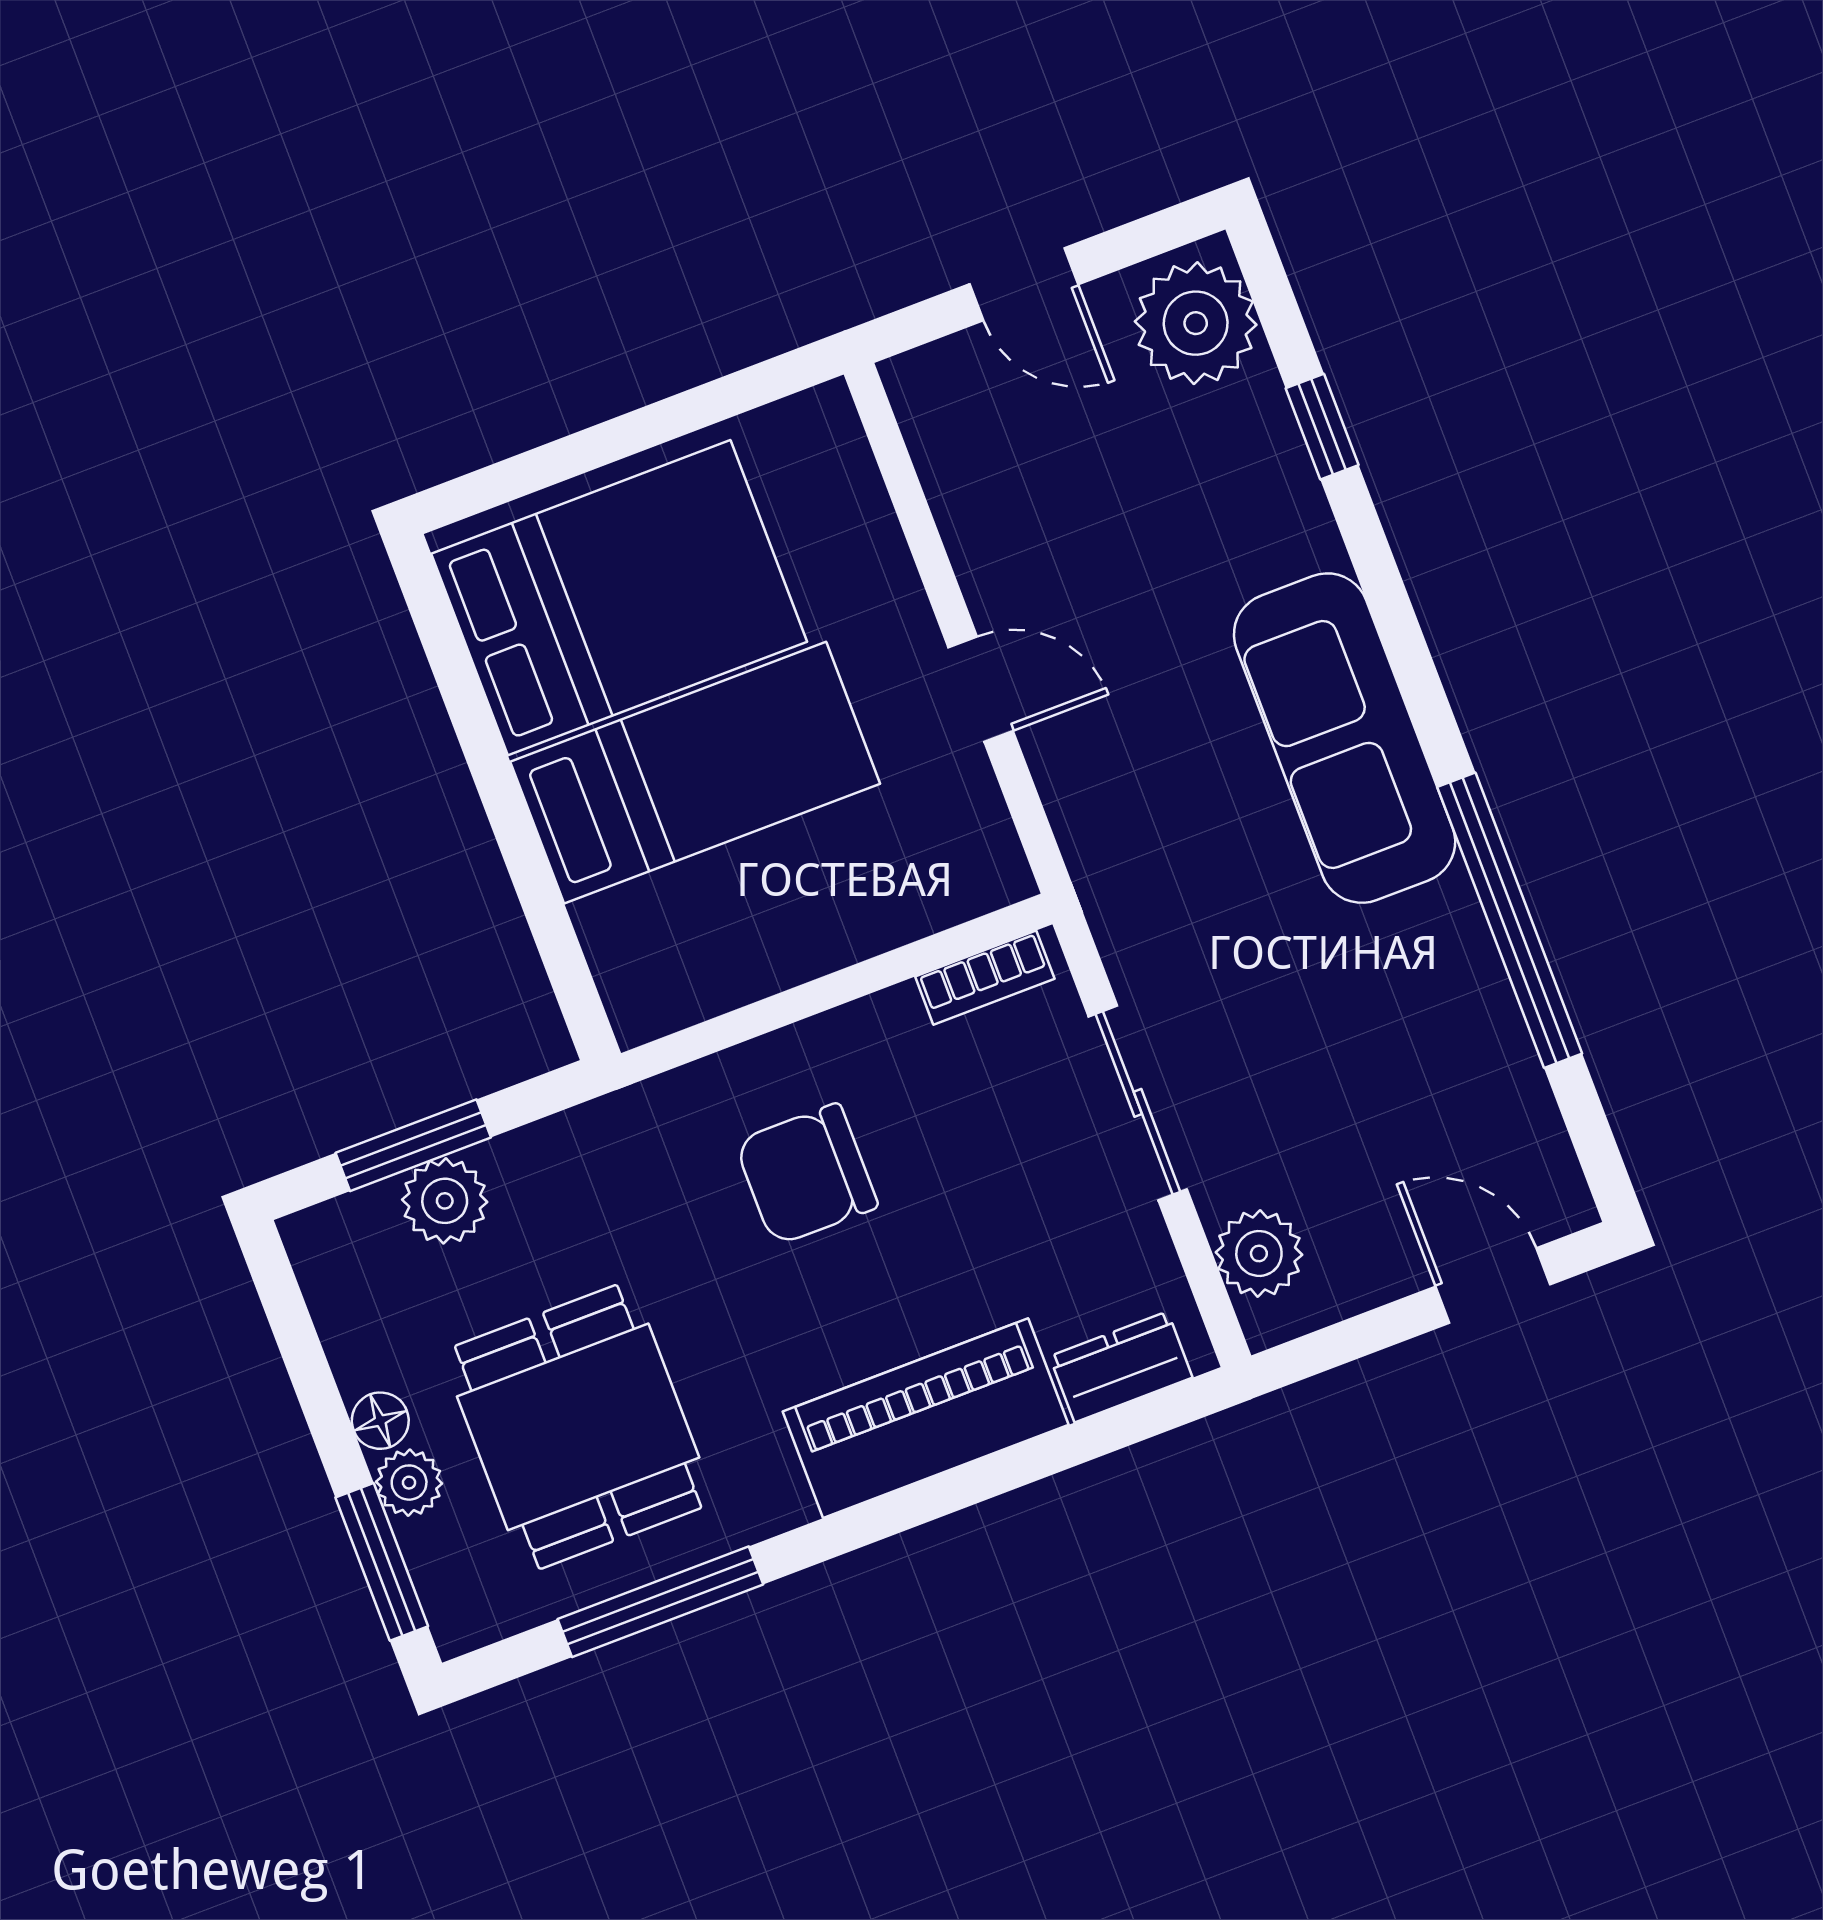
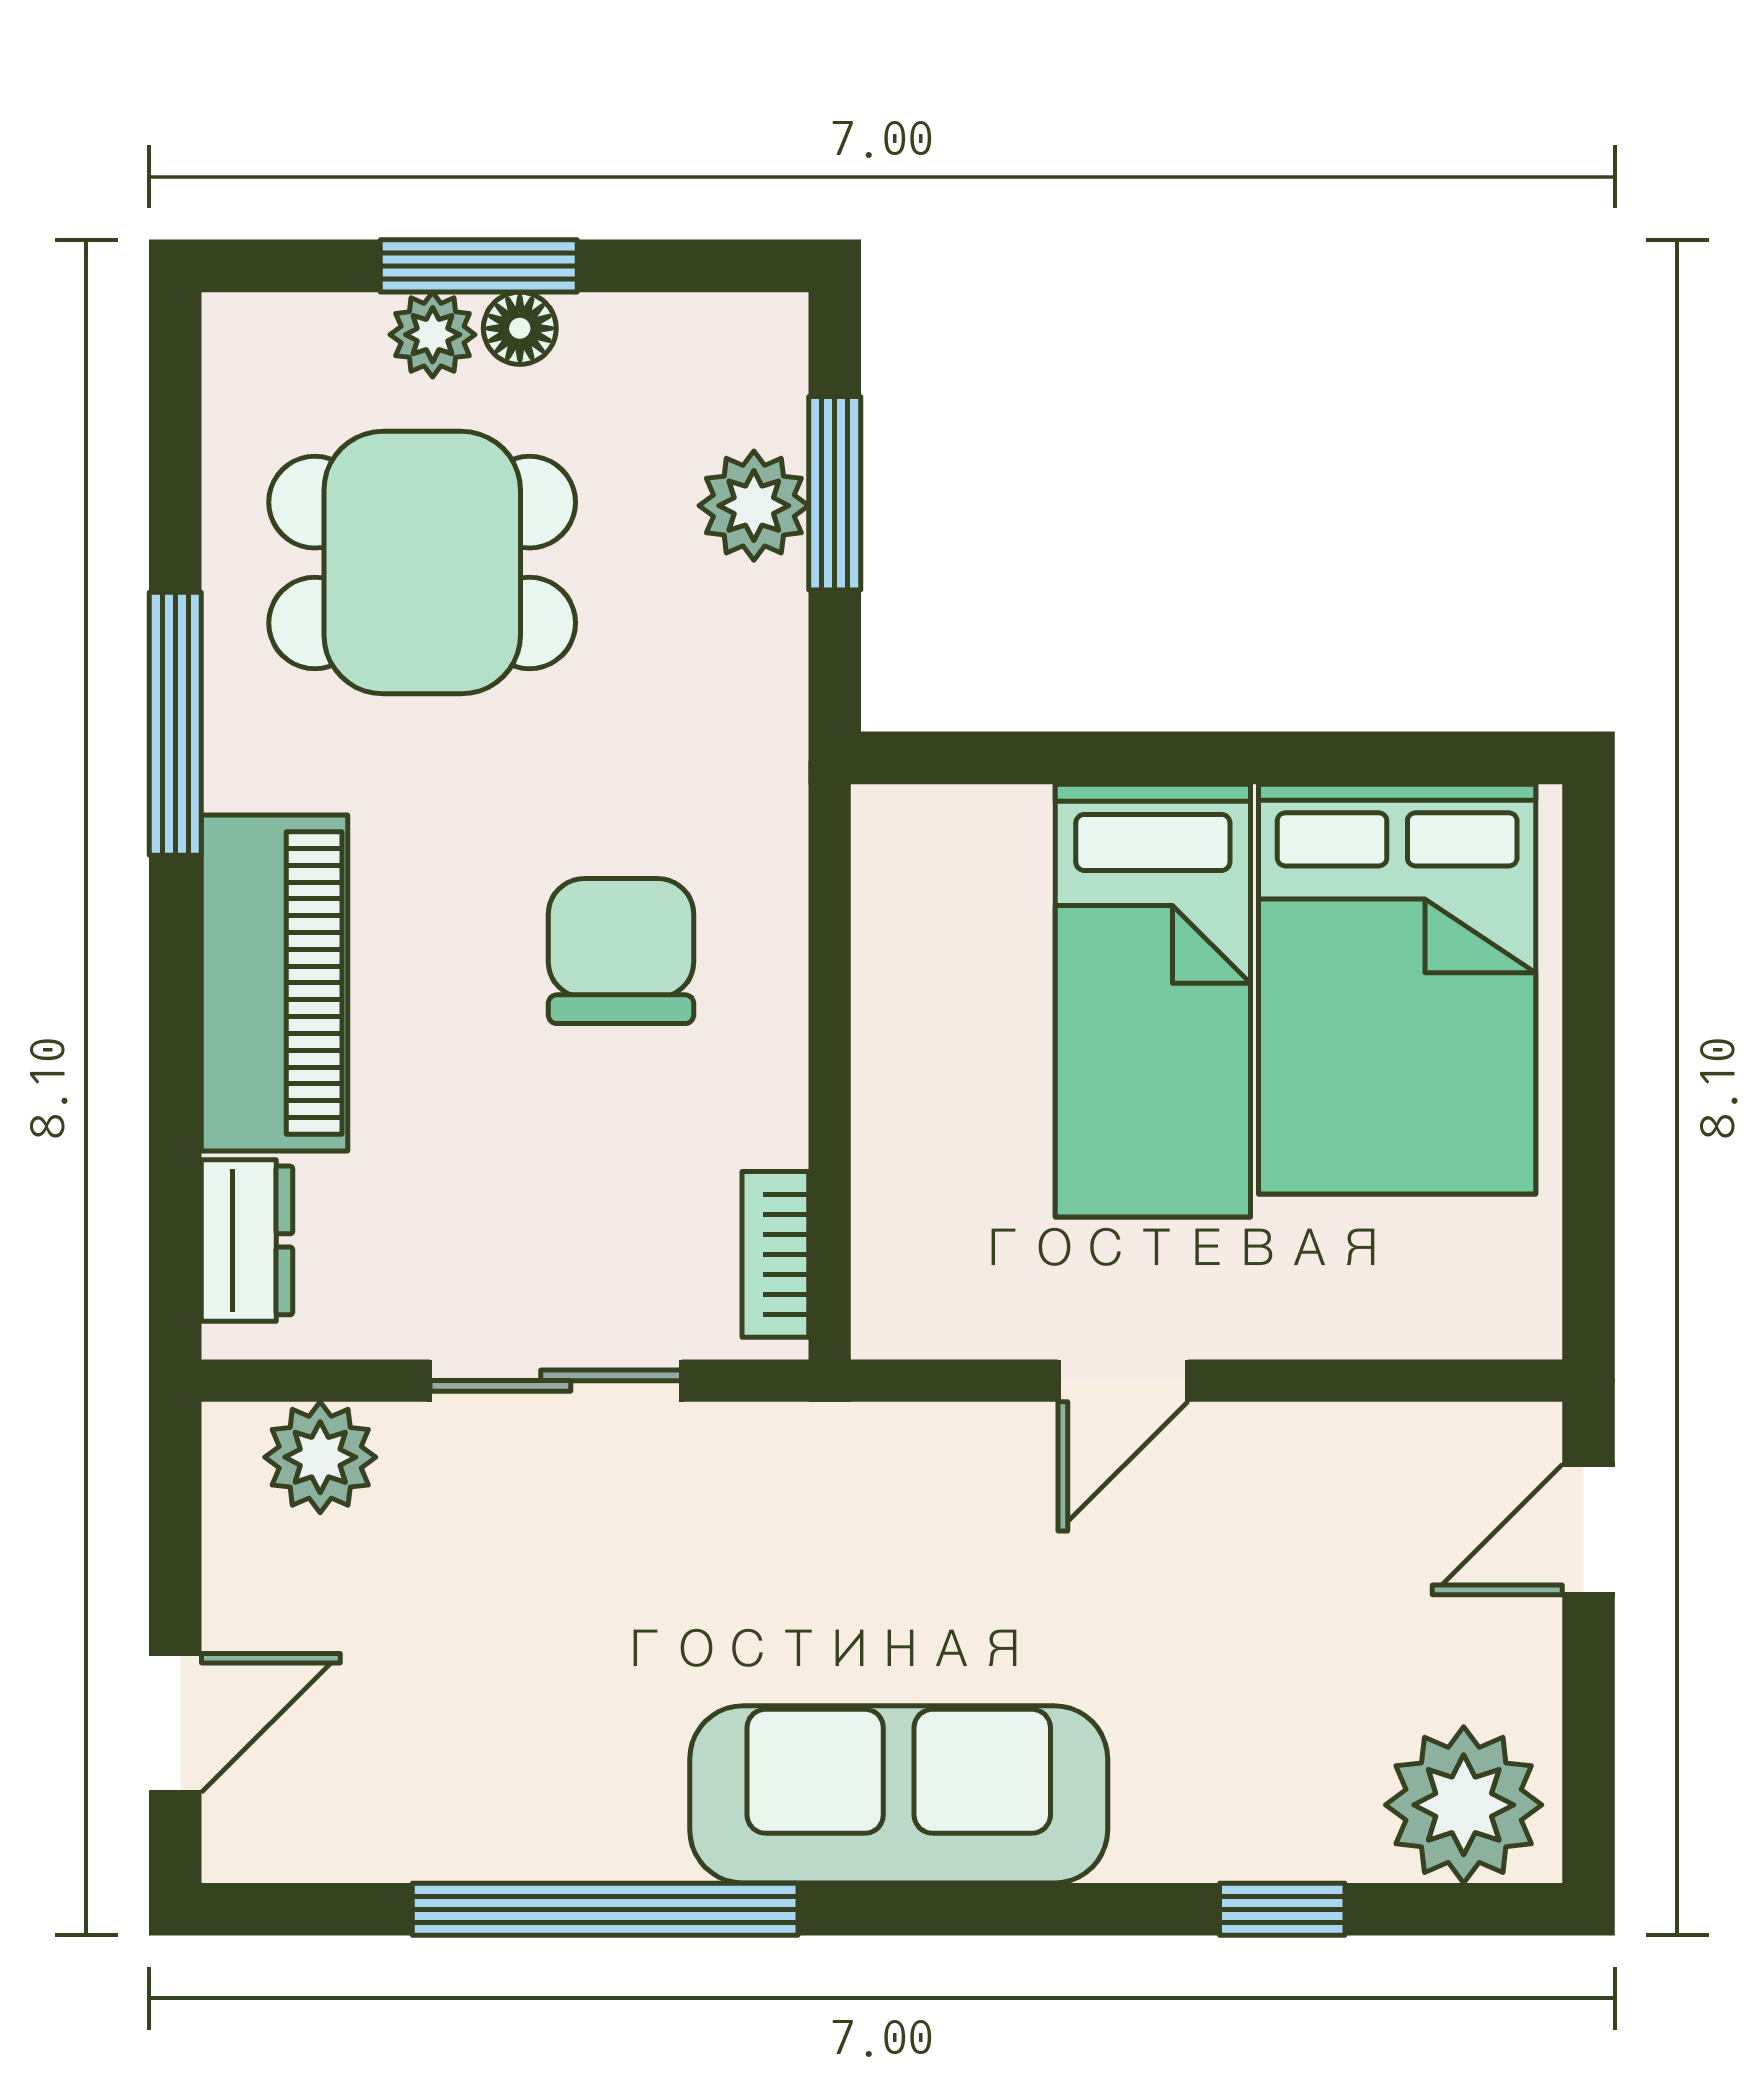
door: (1024, 284) -> (1588, 1530), moved
window: (382, 1562) -> (479, 266), moved
window: (660, 1602) -> (175, 724), moved

